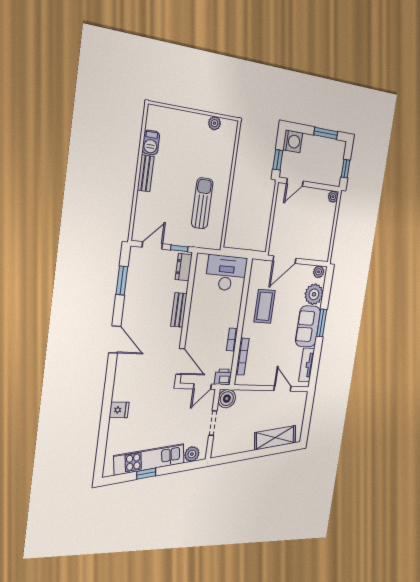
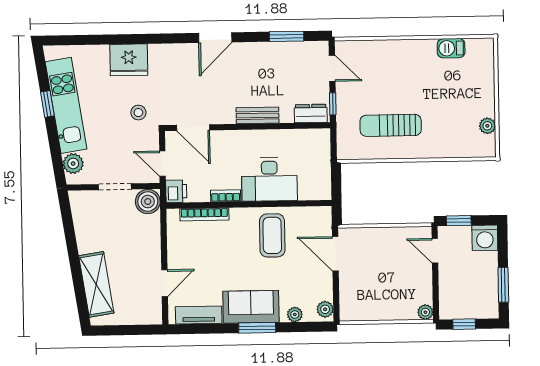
bench: (146, 173) -> (415, 47), removed
sun lounger: (202, 203) -> (391, 125), turned 180
desk: (226, 273) -> (269, 179), moved, turned 90
plant: (314, 294) -> (295, 315), width x0.53, depth x0.53
coffee table: (265, 306) -> (272, 235), turned 90
door: (180, 361) -> (193, 128), hinge flipped
stool: (163, 404) -> (138, 113), added
fridge: (119, 410) -> (129, 60), width x1.88, depth x1.34

